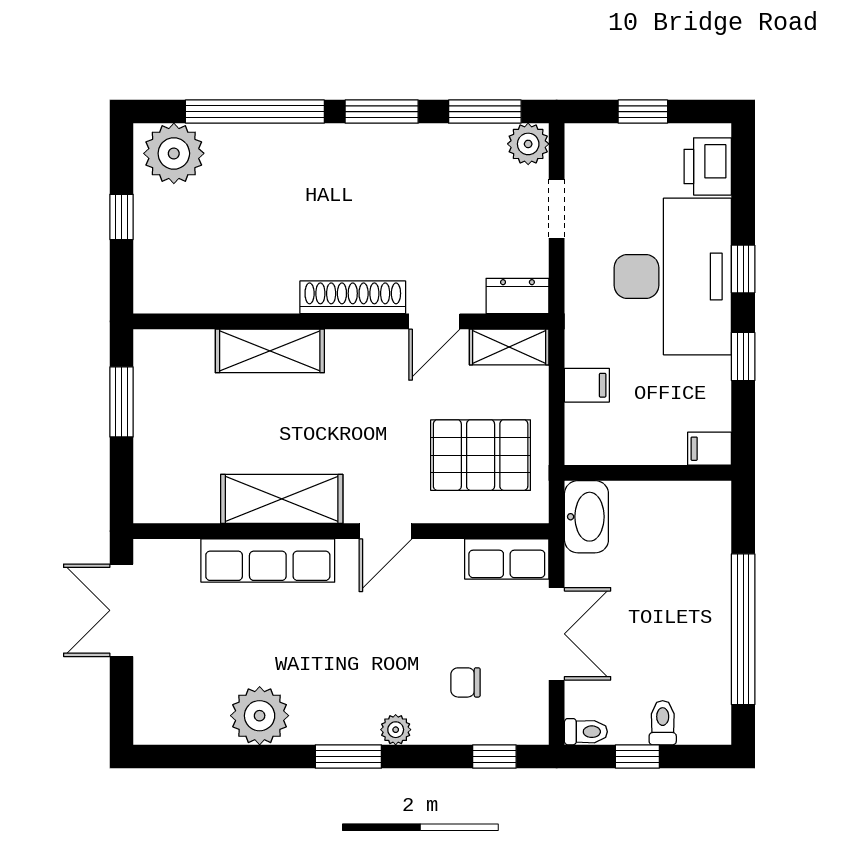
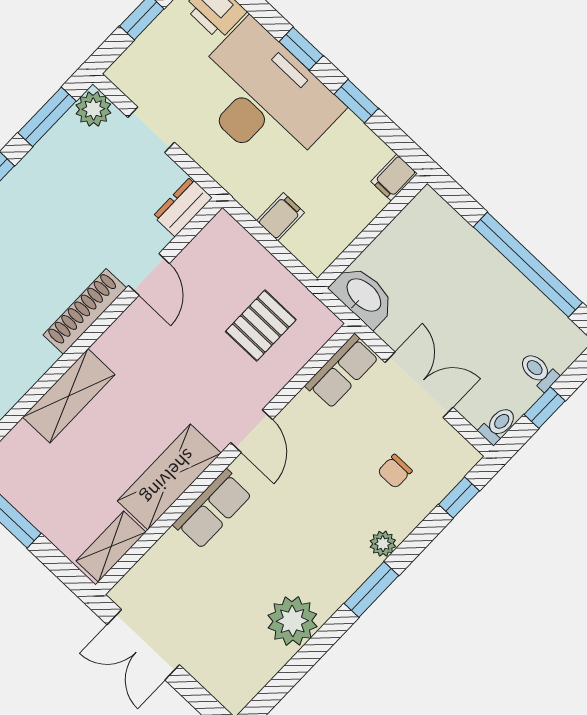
shelving: (509, 347) -> (111, 546), moved
pallet: (481, 455) -> (261, 326), width x0.67, depth x0.71
row of seats: (268, 561) -> (213, 509), width x0.68

